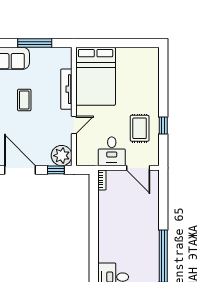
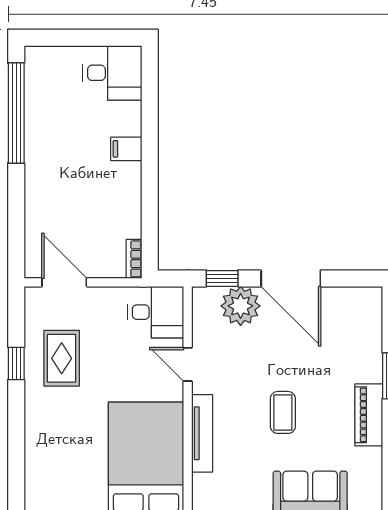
door: (74, 125) -> (188, 364), hinge flipped
desk: (112, 151) -> (156, 312), moved, turned 90
plant: (62, 156) -> (241, 306), moved
filing cabinet: (106, 237) -> (126, 149), added

